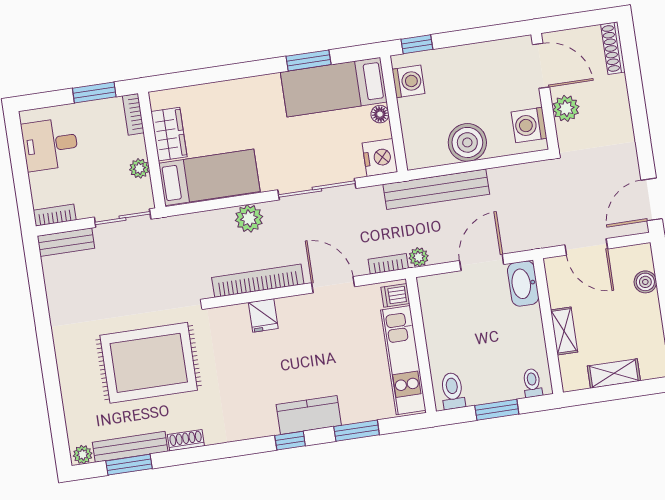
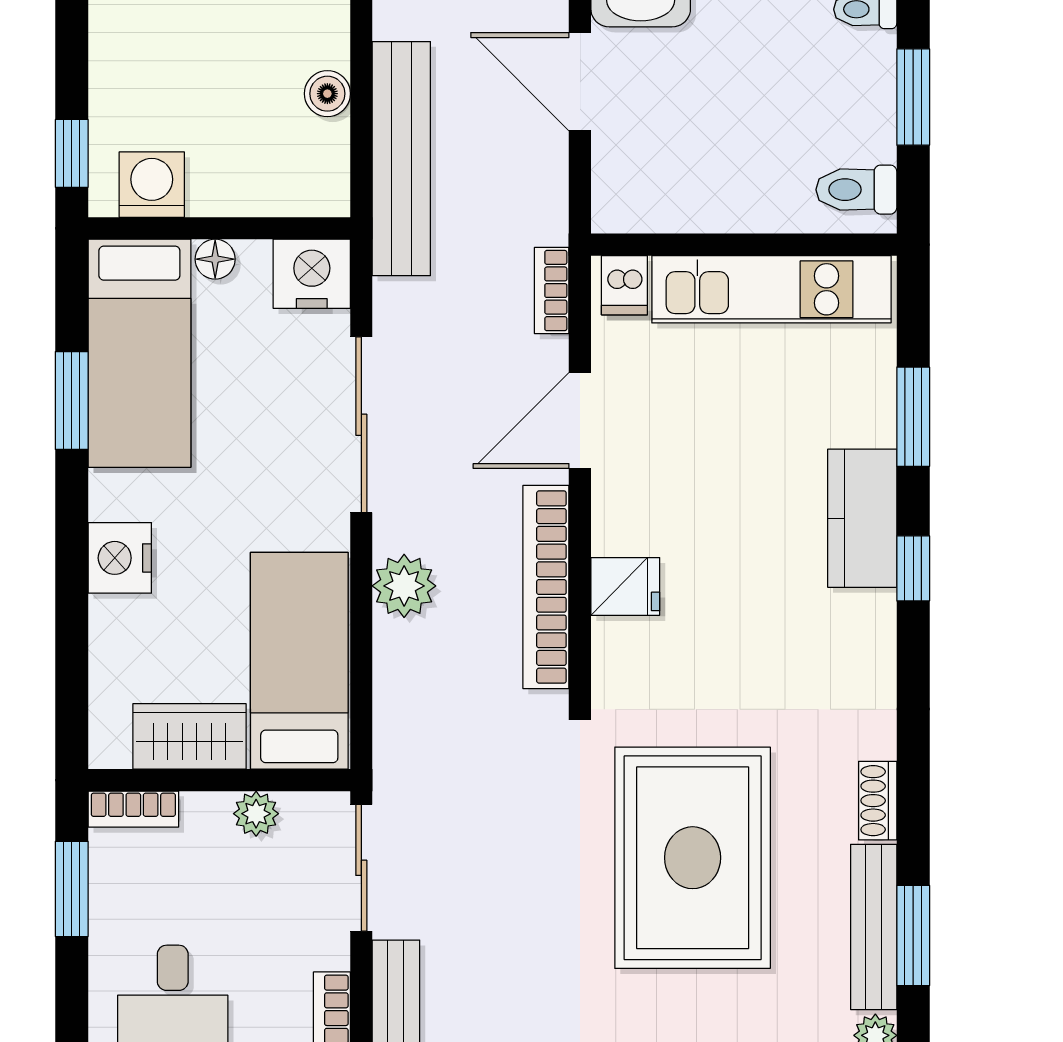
nightstand: (243, 92) -> (120, 558), added
boiler: (467, 142) -> (327, 94), width x0.54, depth x0.54
plant: (419, 257) -> (547, 221), removed

